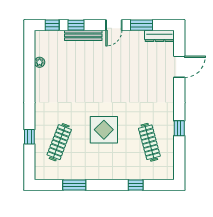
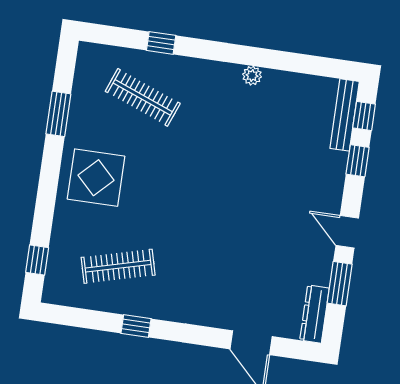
bench: (83, 35) -> (345, 115), moved
plant: (40, 62) -> (252, 76), moved
display table: (104, 130) -> (96, 178), moved
window: (136, 185) -> (37, 260), moved

